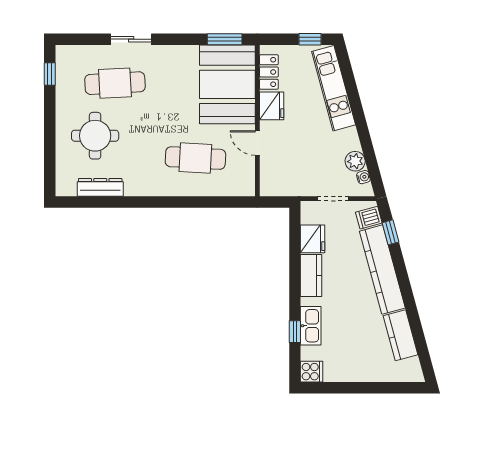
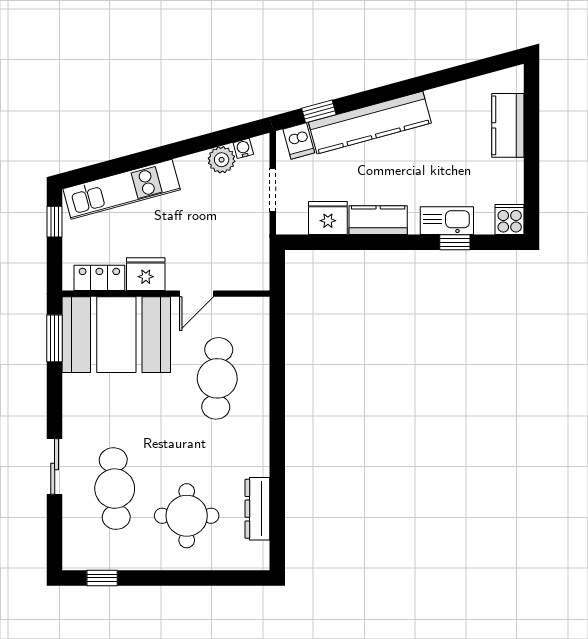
kitchen counter: (400, 335) -> (508, 125), moved, turned 105

